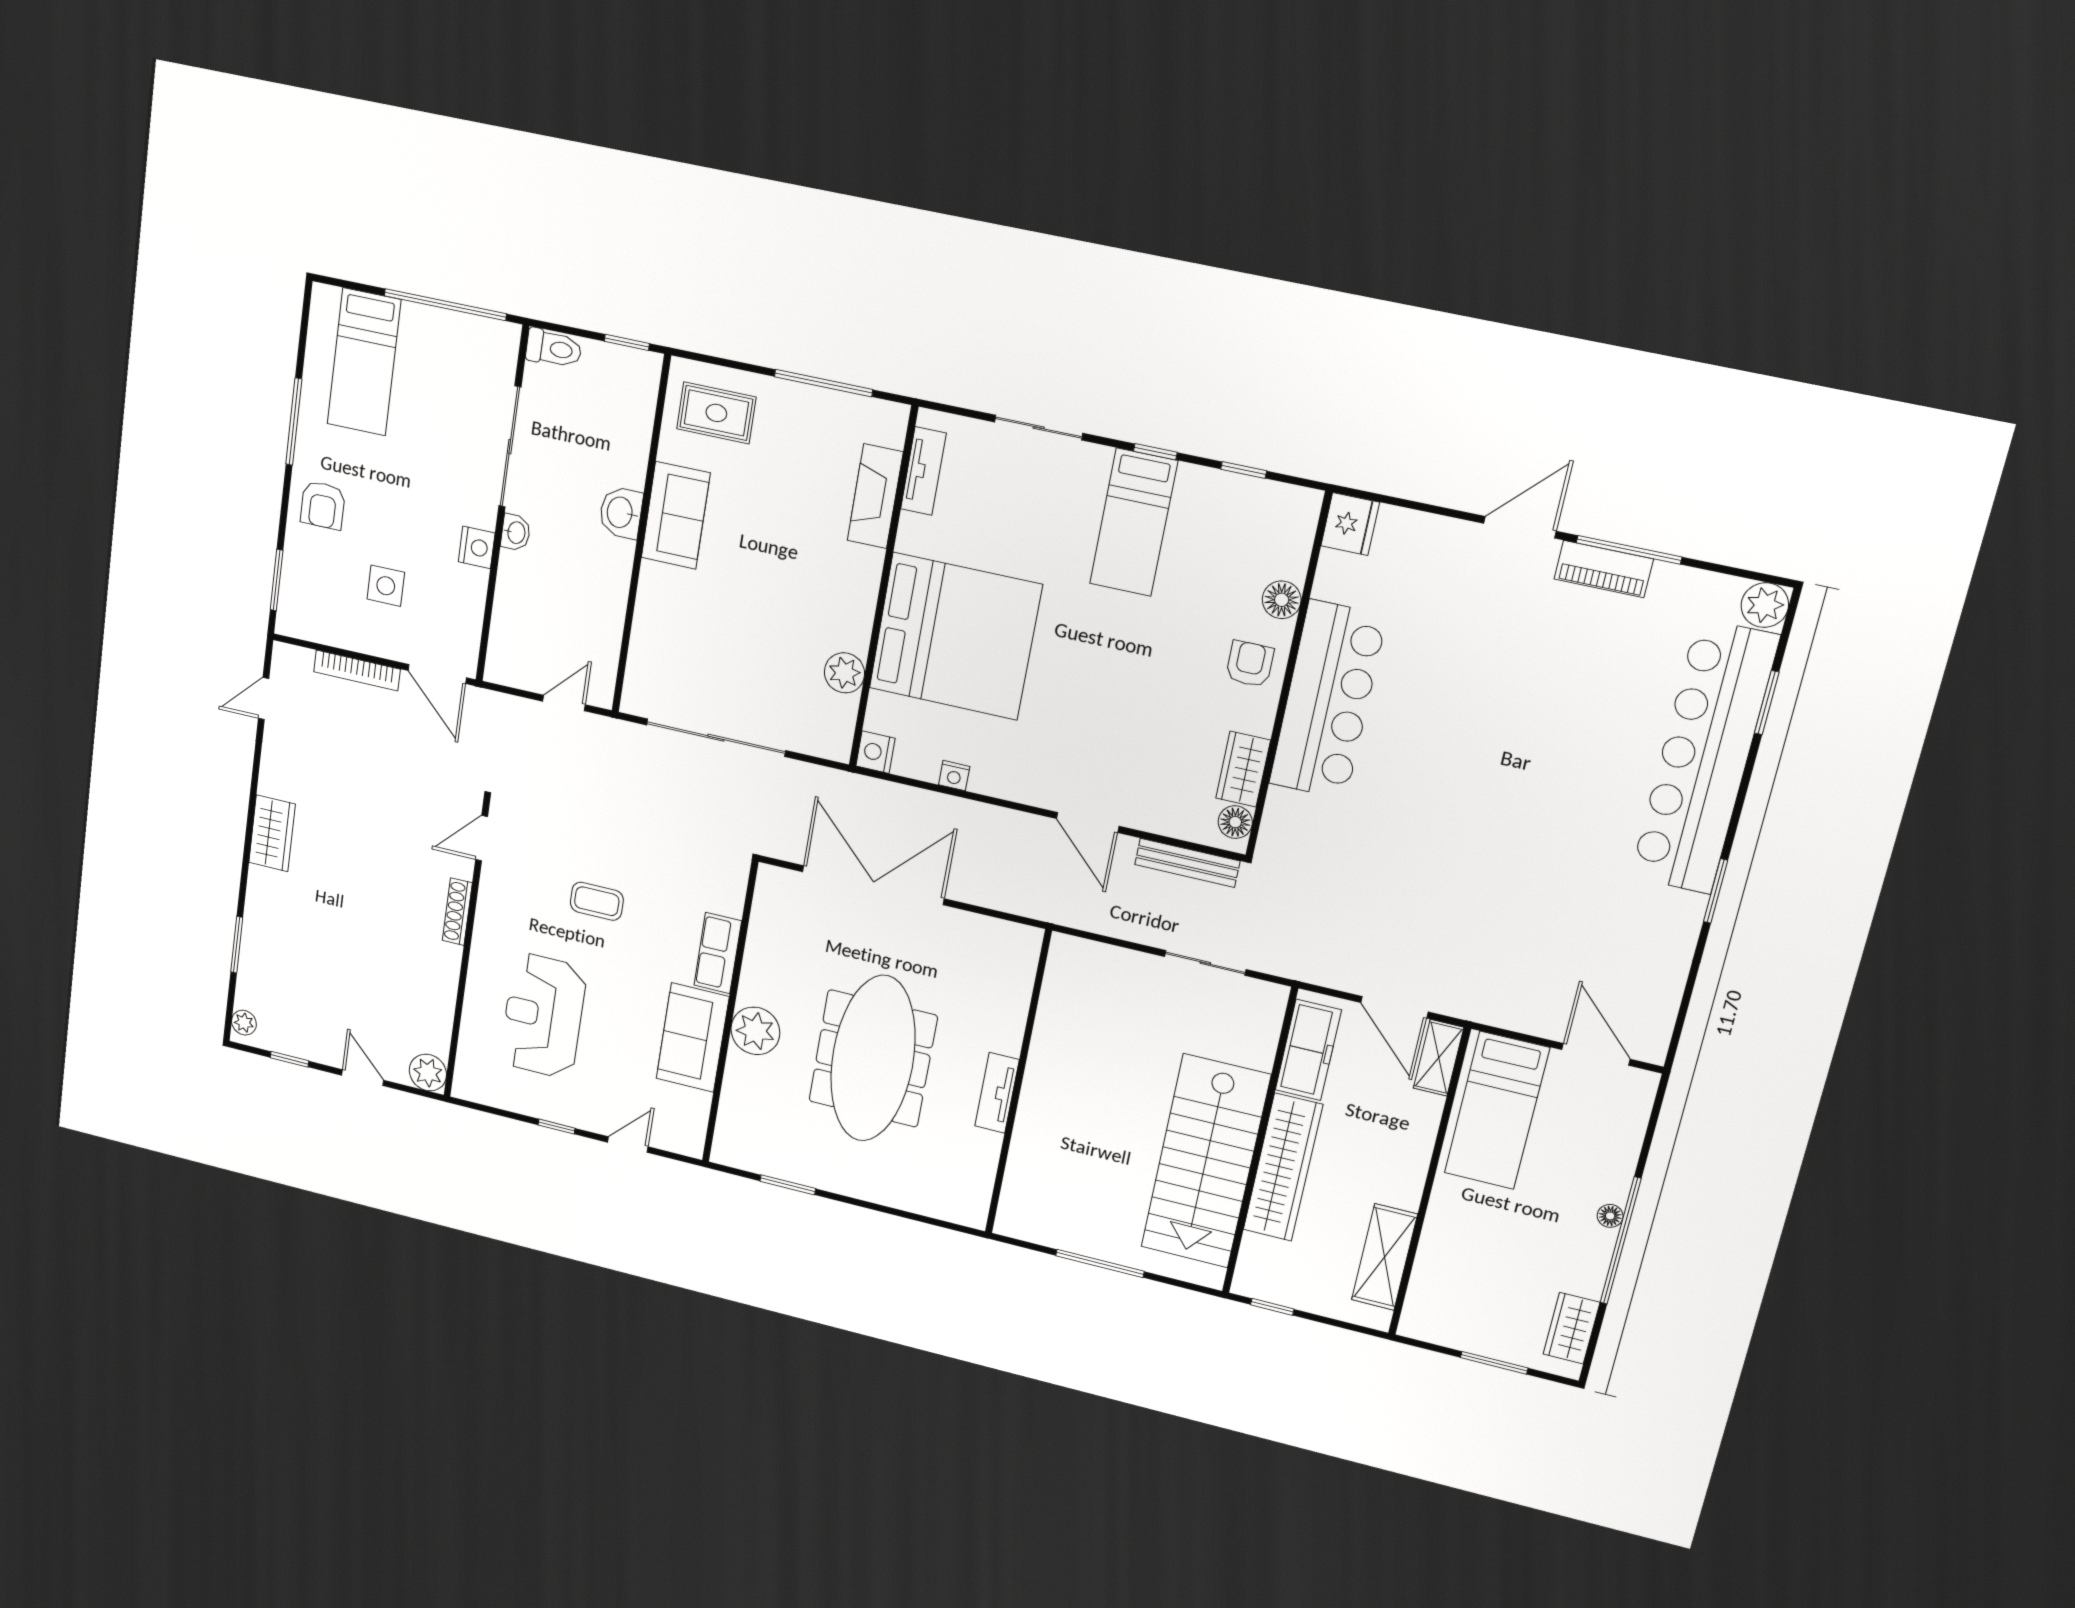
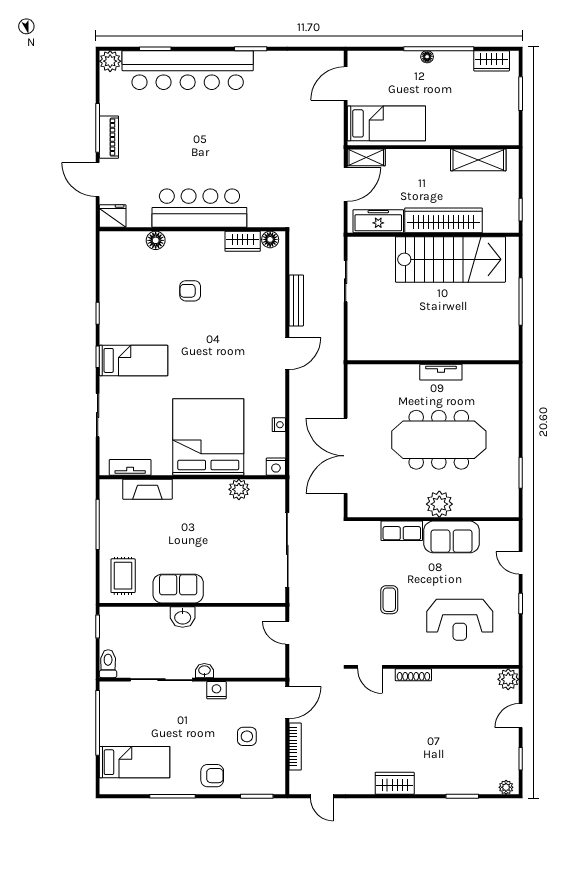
fridge: (1350, 524) -> (113, 216), moved
floor lamp: (1282, 600) -> (156, 240), moved
wall: (1288, 677) -> (192, 229), moved
bar counter: (1328, 700) -> (199, 208), moved
wardrobe: (1243, 769) -> (243, 241), moved
floor lamp: (1235, 822) -> (270, 239), moved

